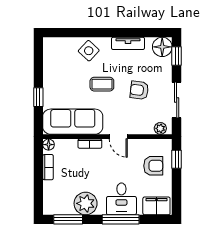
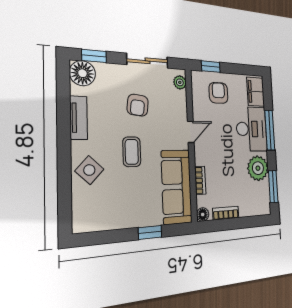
bookcase: (90, 144) -> (200, 180), moved
desk: (121, 199) -> (252, 129), width x1.37

